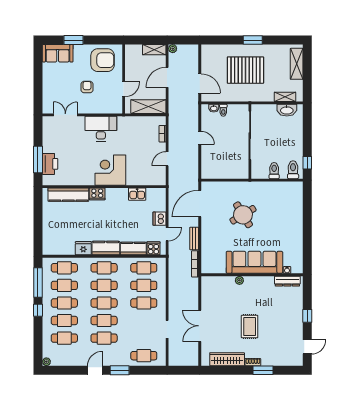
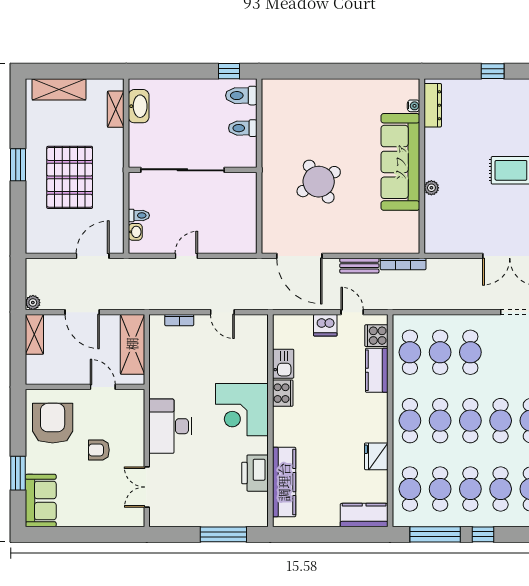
printer: (50, 164) -> (255, 473), moved, turned -90
cooker: (97, 194) -> (283, 393), moved
kitchen counter: (106, 248) -> (364, 515), moved, turned 90

